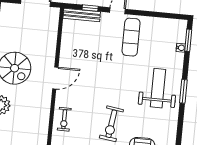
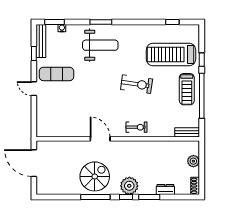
window: (90, 8) -> (34, 53), moved
bench: (82, 15) -> (41, 41), moved
weight bench: (158, 88) -> (100, 45), turned 180

